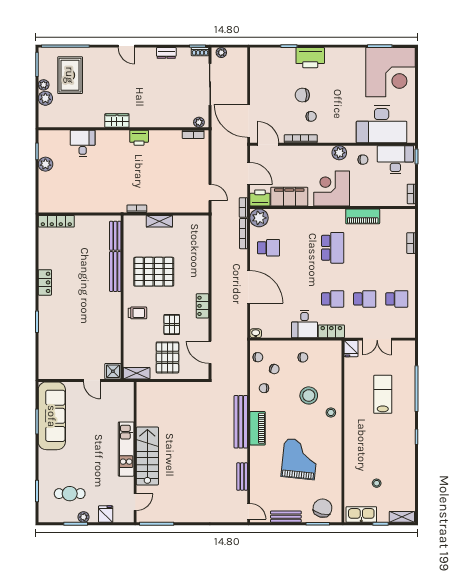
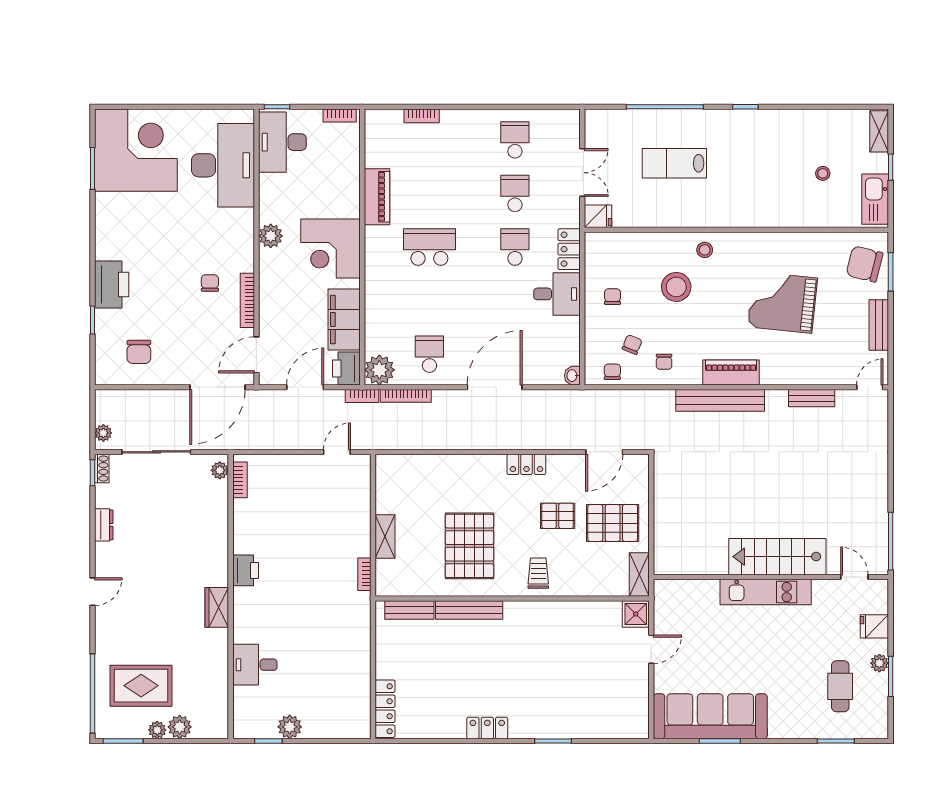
chair: (302, 95) -> (139, 352), moved
chair: (363, 160) -> (282, 196), removed

